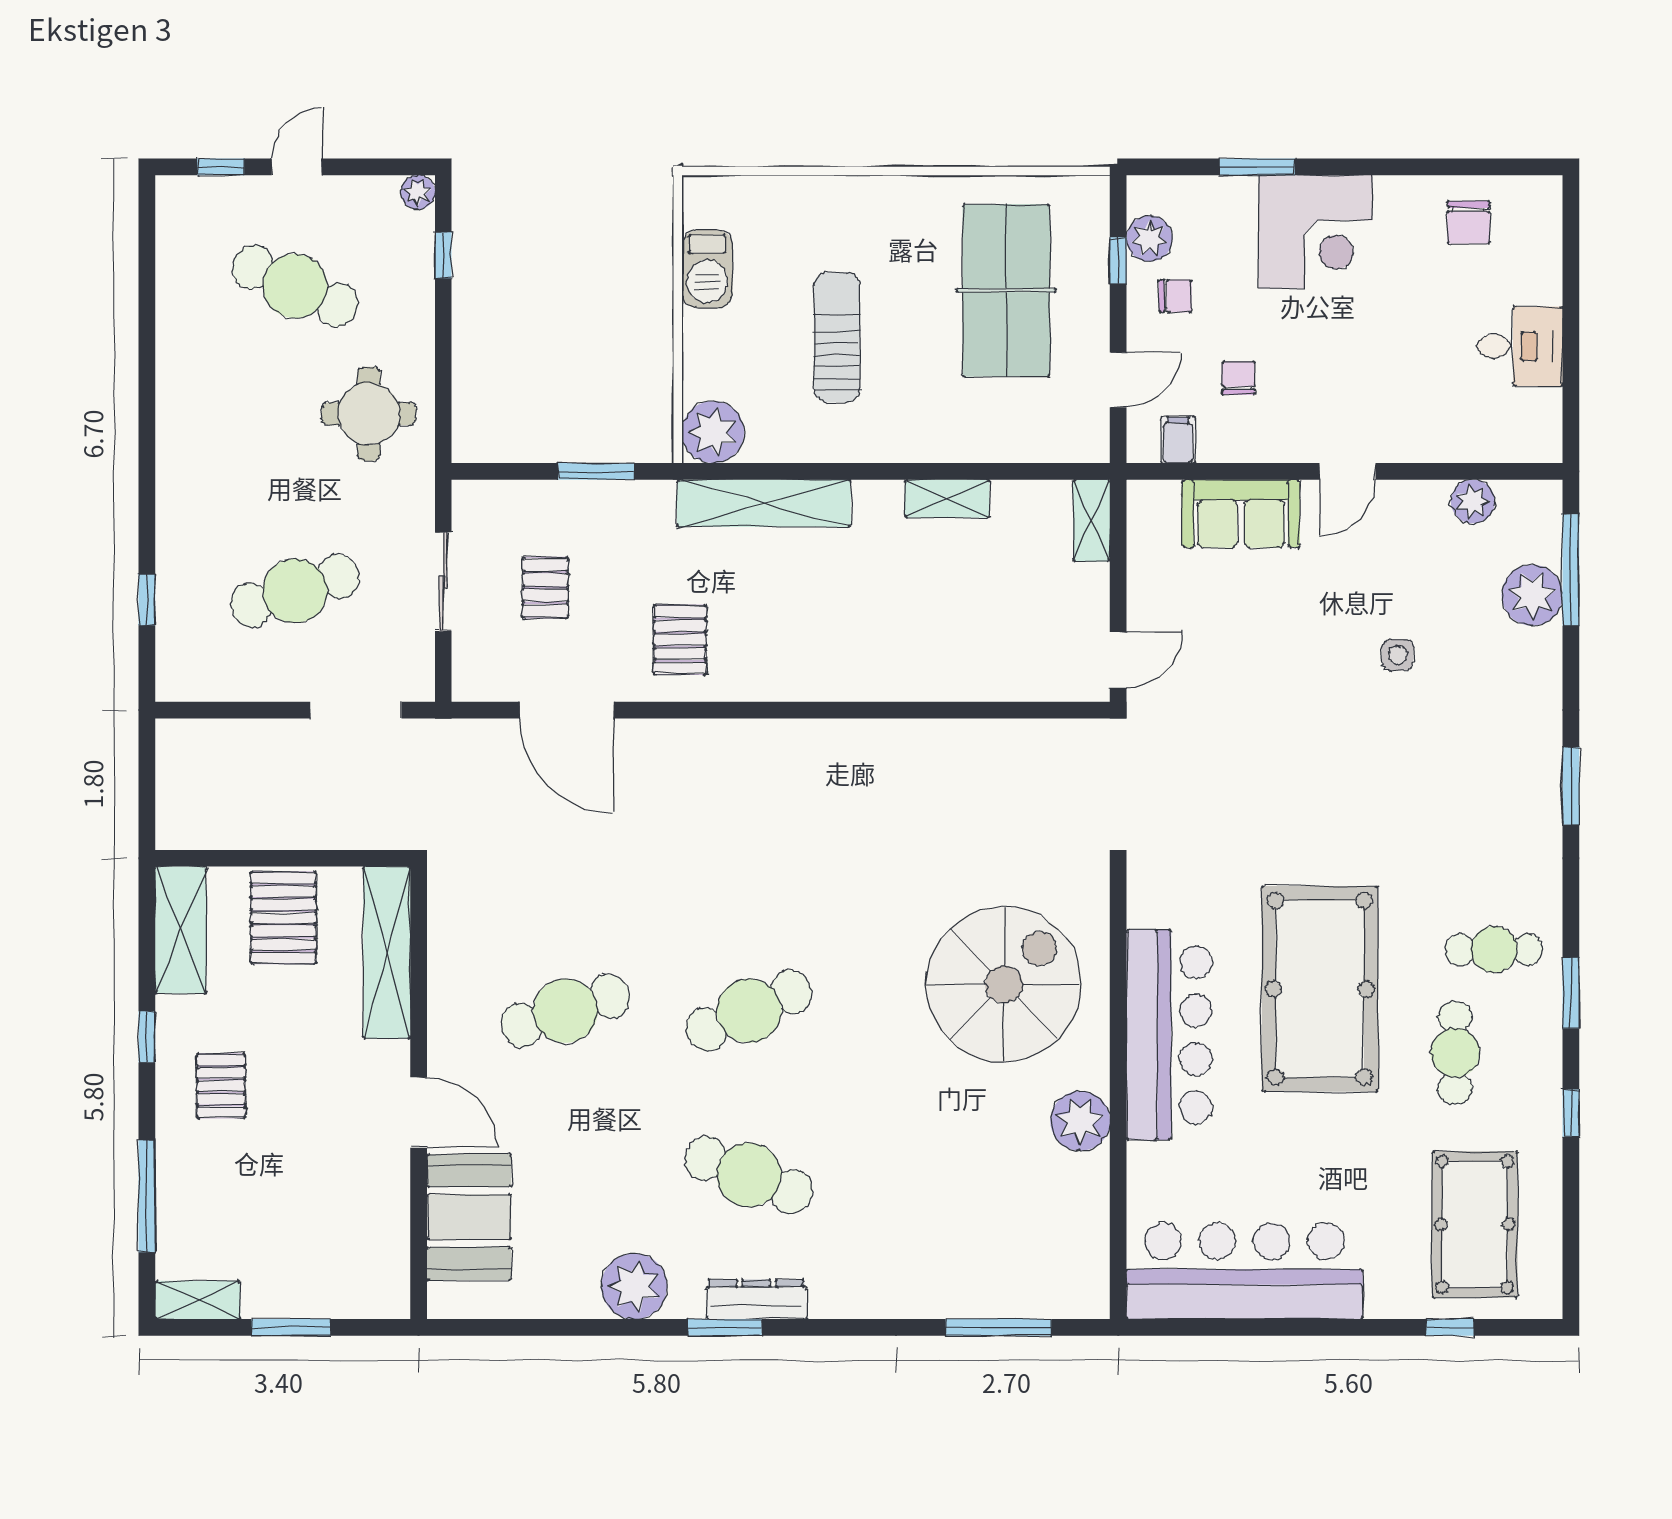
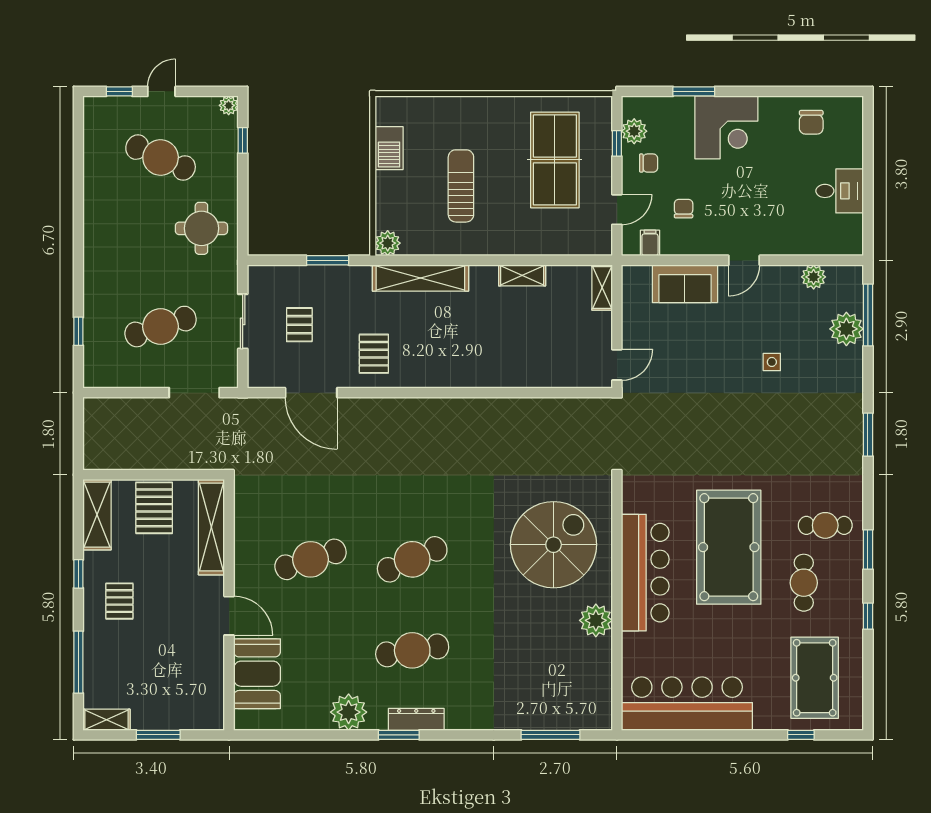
plant: (713, 432) -> (388, 243), width x0.73, depth x0.73
cafe table: (749, 1175) -> (412, 650), turned -30

